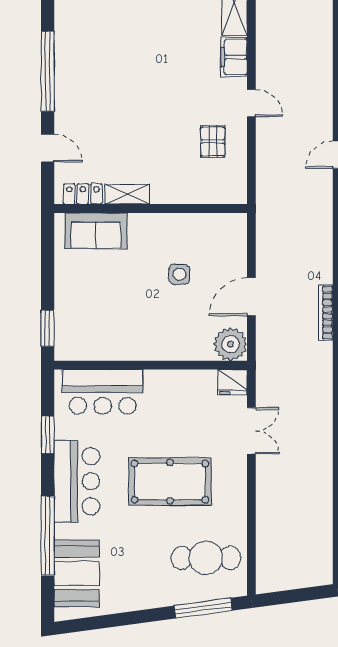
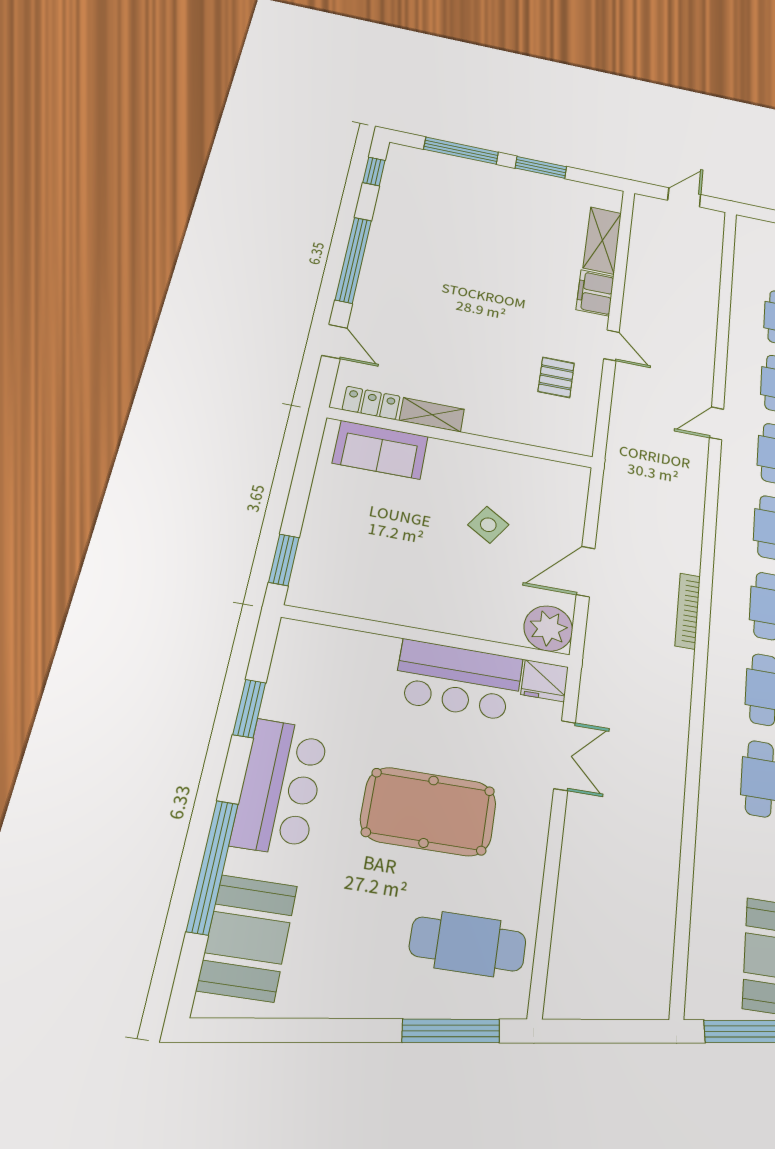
side table: (180, 274) -> (488, 525), turned 33
bar counter: (103, 392) -> (458, 680), moved

